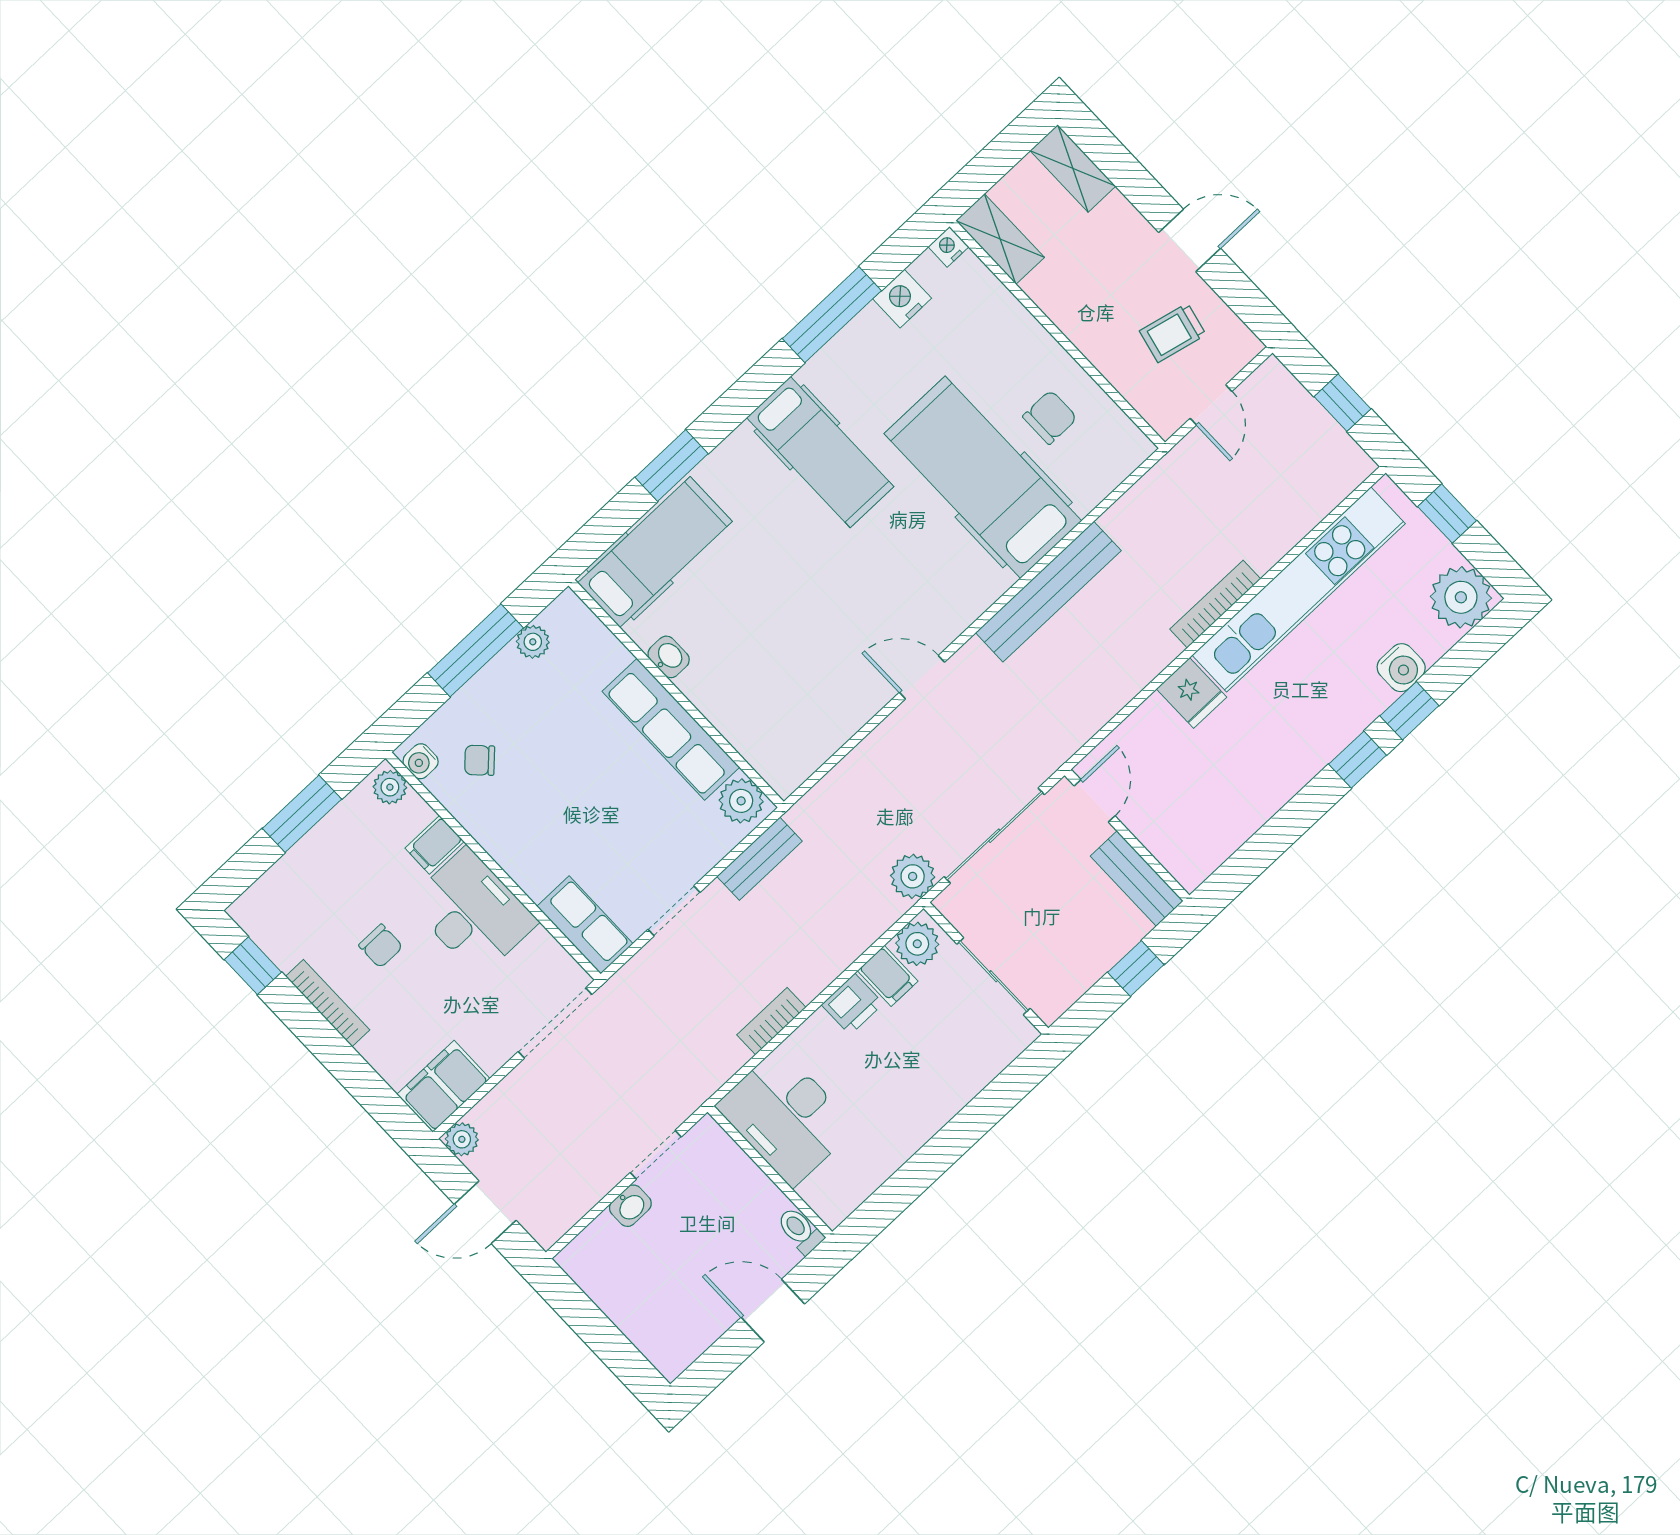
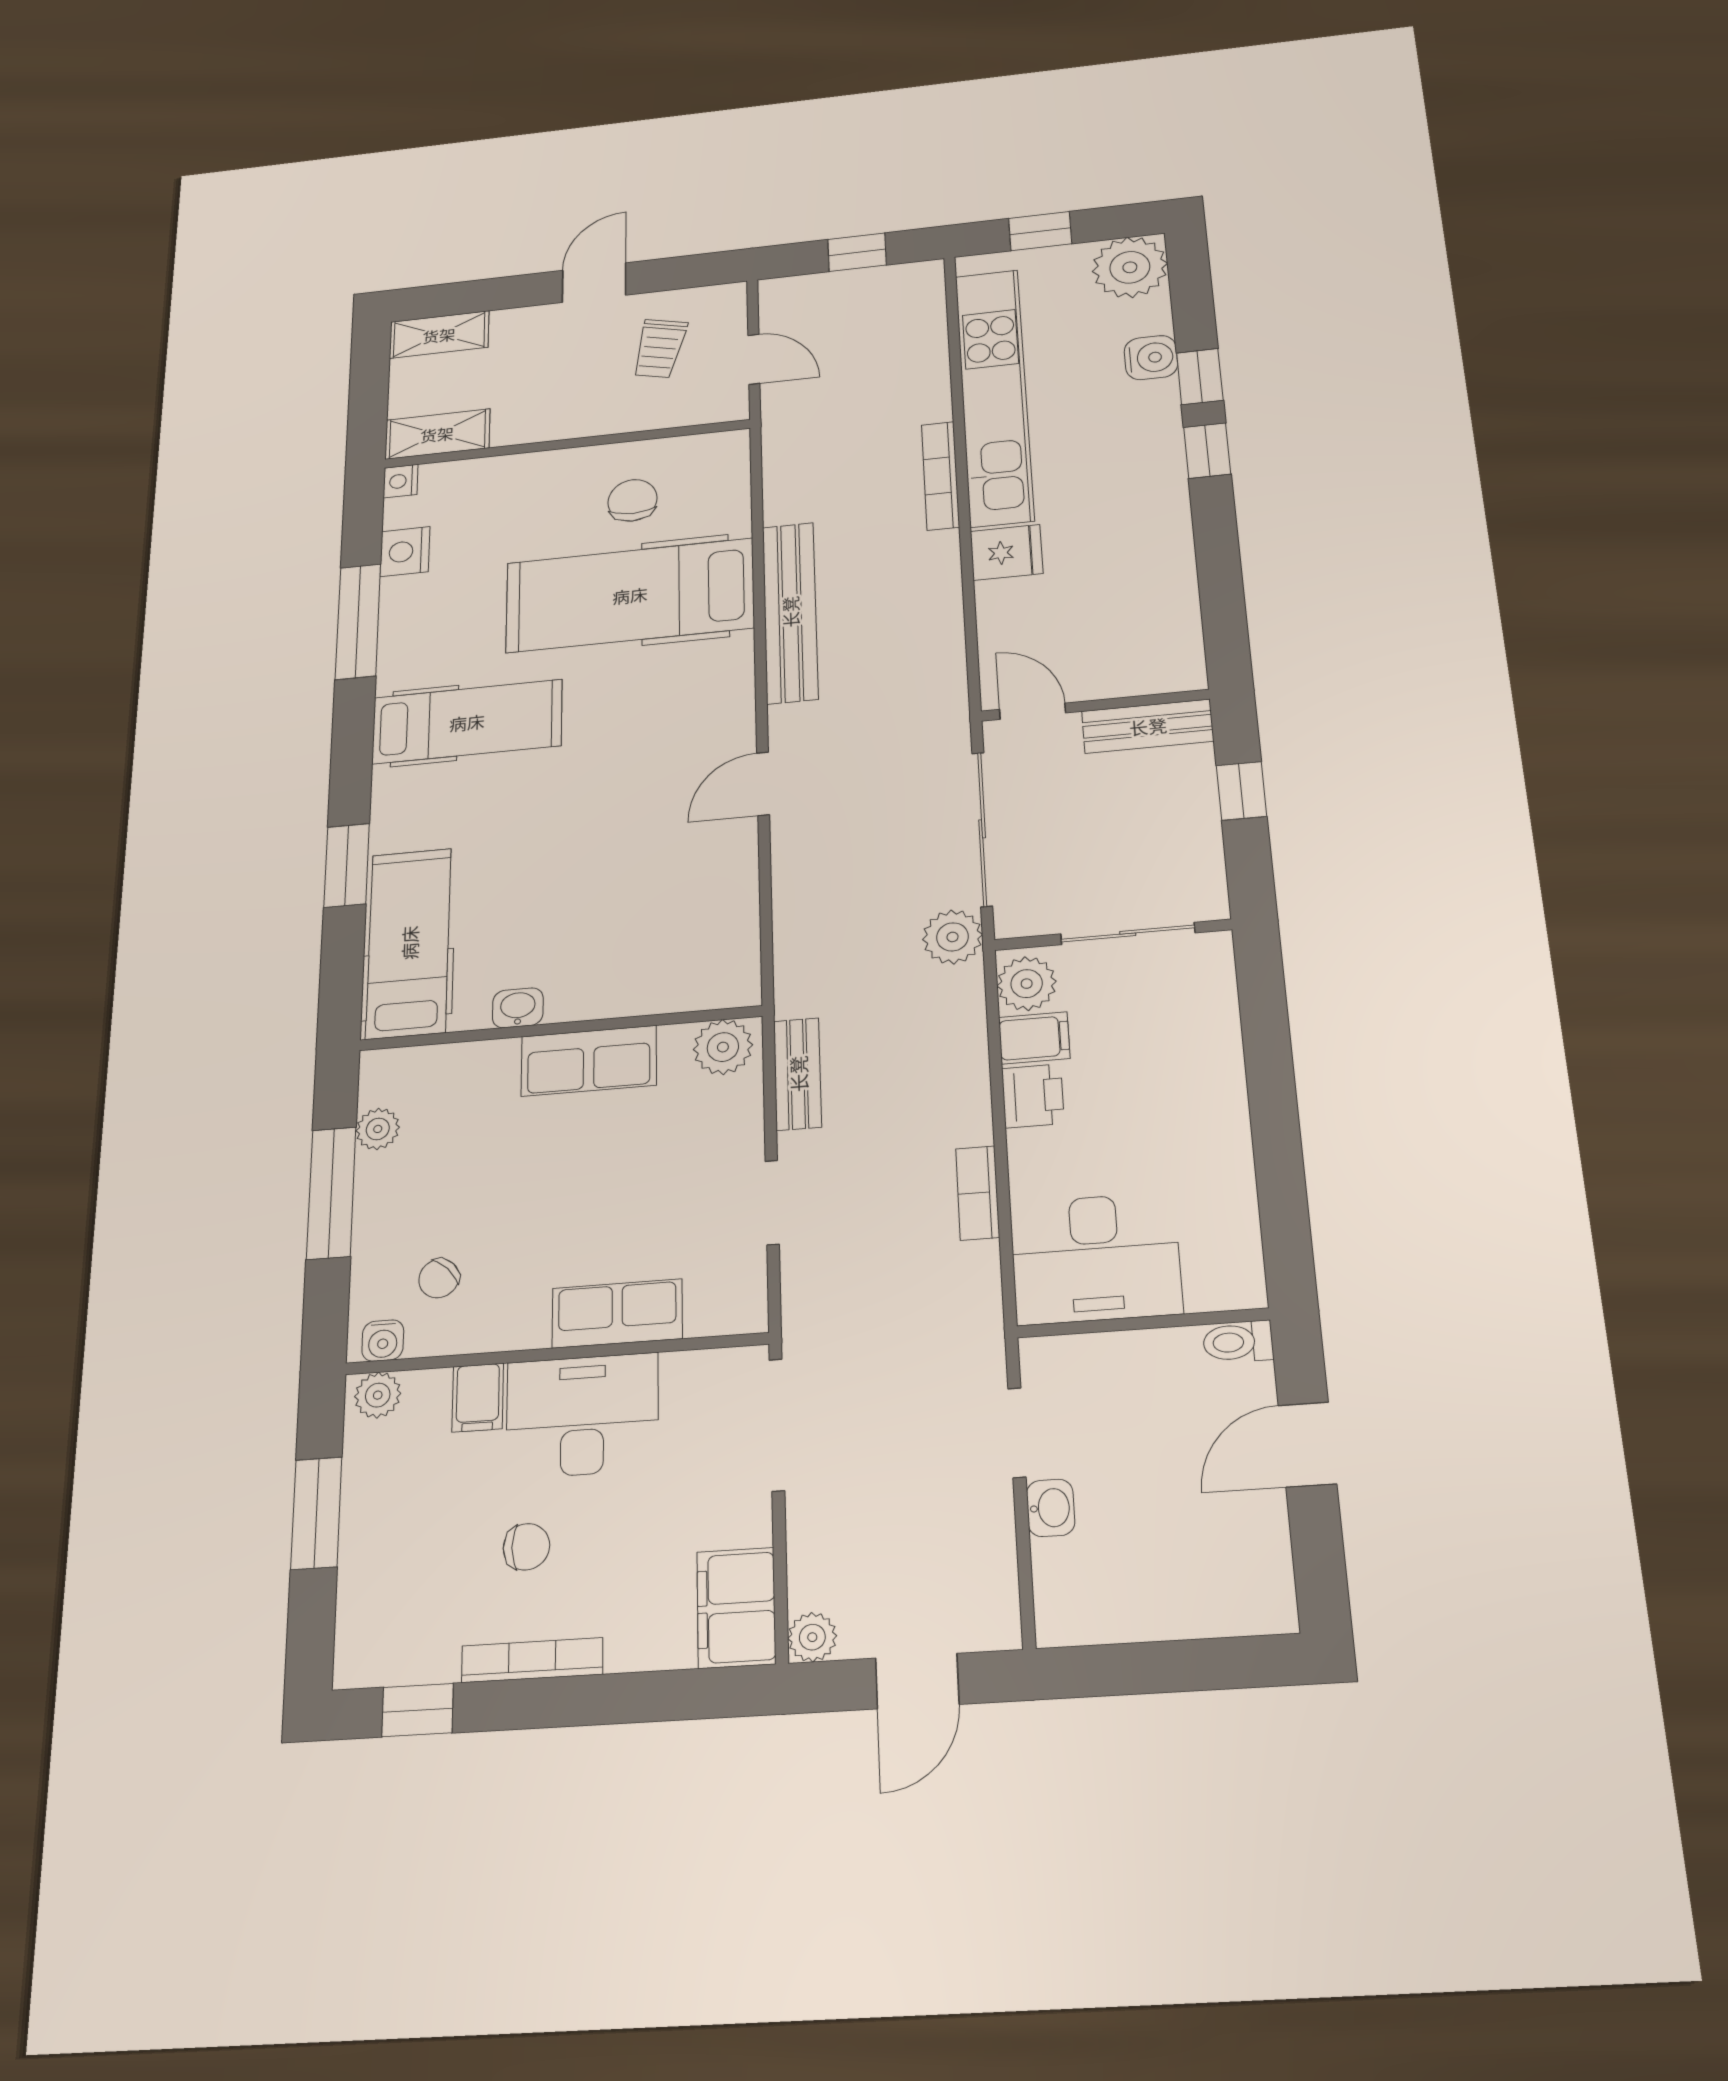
row of seats: (671, 729) -> (589, 1061), width x0.68
row of seats: (585, 925) -> (617, 1313), moved

